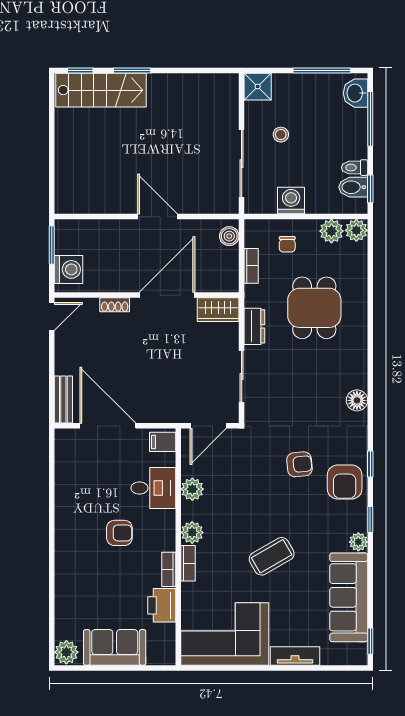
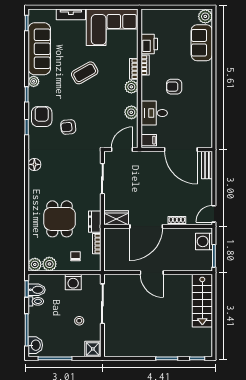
stairs: (101, 90) -> (202, 301), moved, turned -90
boiler: (229, 236) -> (110, 261), removed
dresser: (254, 326) -> (95, 222), moved
sofa: (115, 647) -> (202, 43), moved, turned 90

